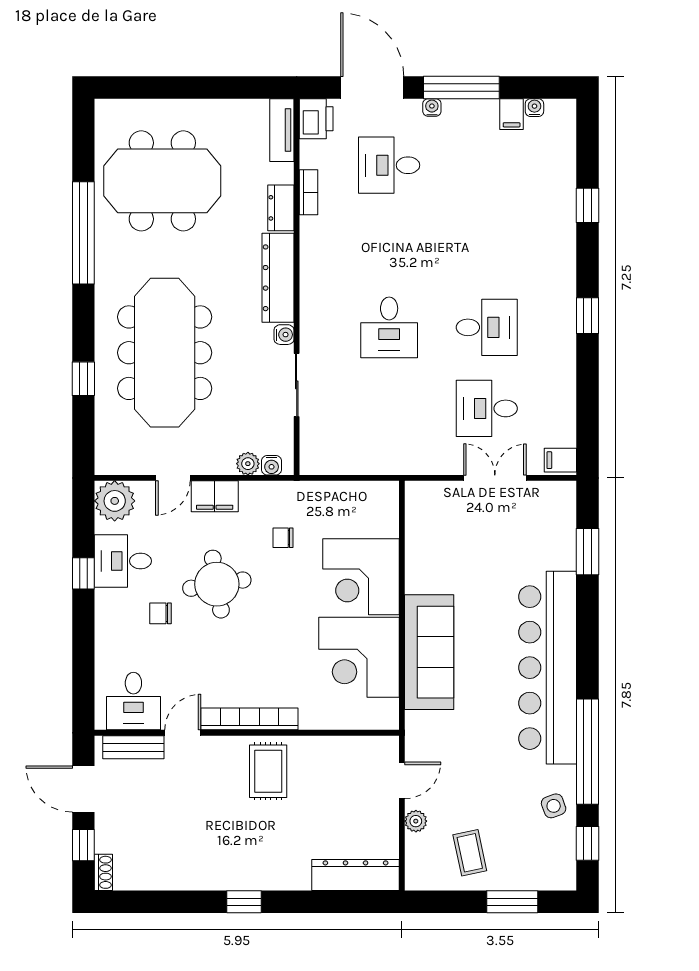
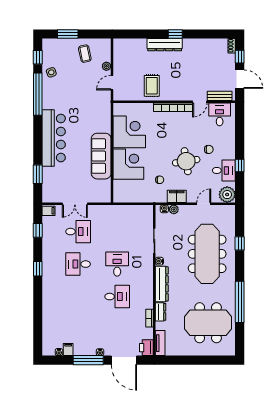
desk: (389, 165) -> (117, 297), moved
window: (587, 205) -> (38, 230), moved
filing cabinet: (215, 496) -> (177, 196), moved
sofa: (429, 652) -> (101, 156), moved
bar counter: (548, 668) -> (54, 138), width x0.73
rug: (268, 771) -> (152, 86), moved
dresser: (356, 875) -> (165, 45), moved

